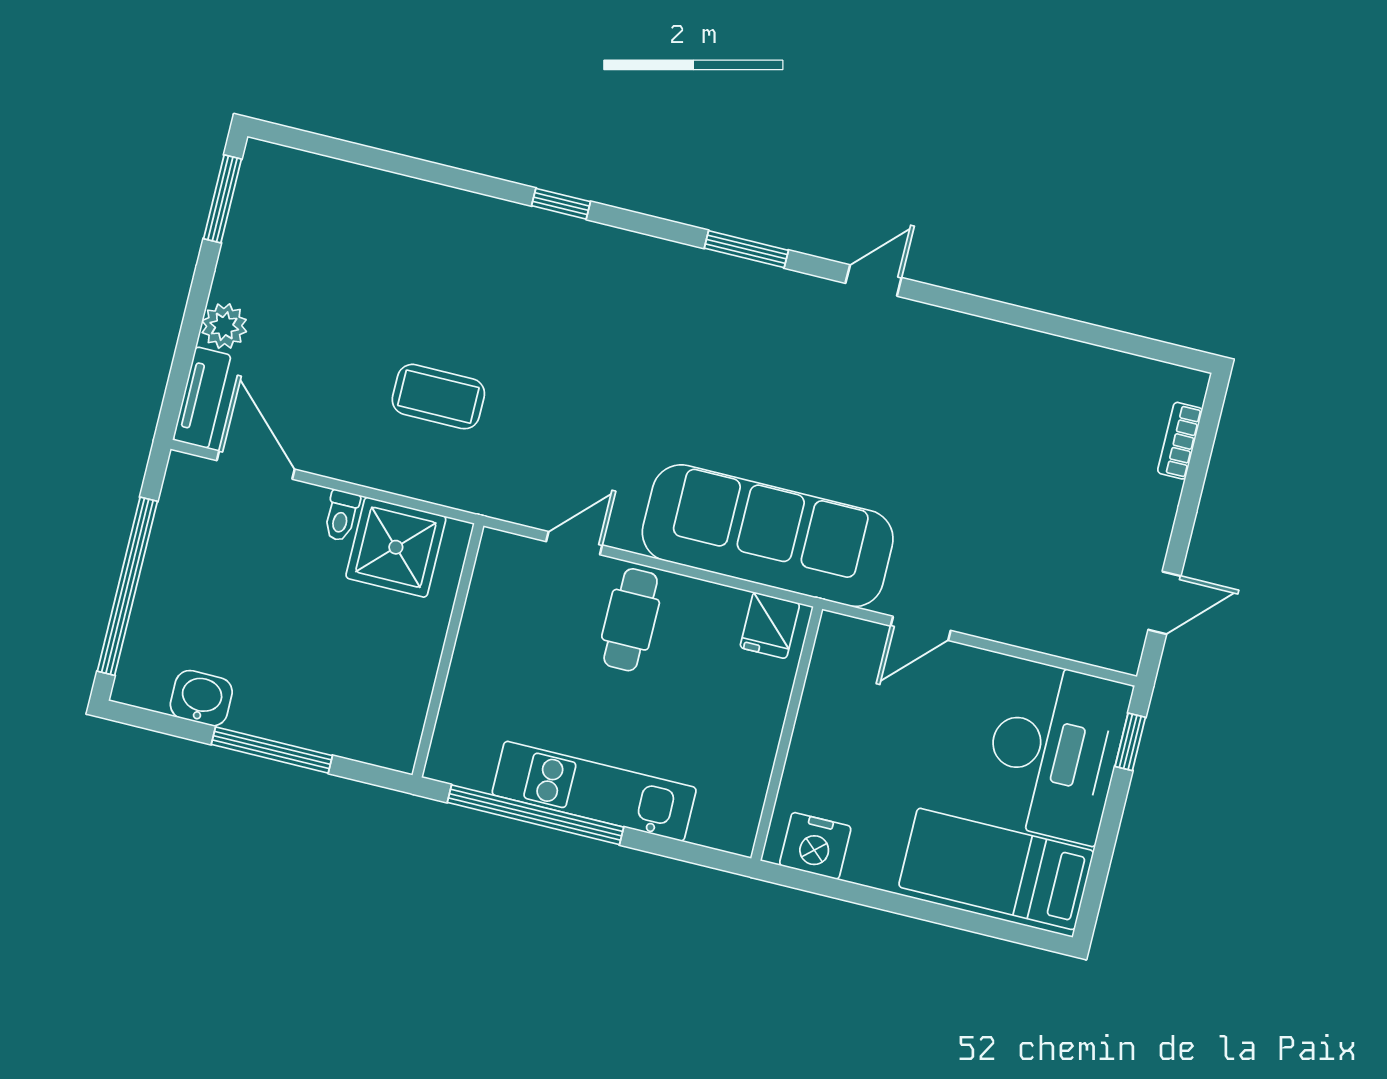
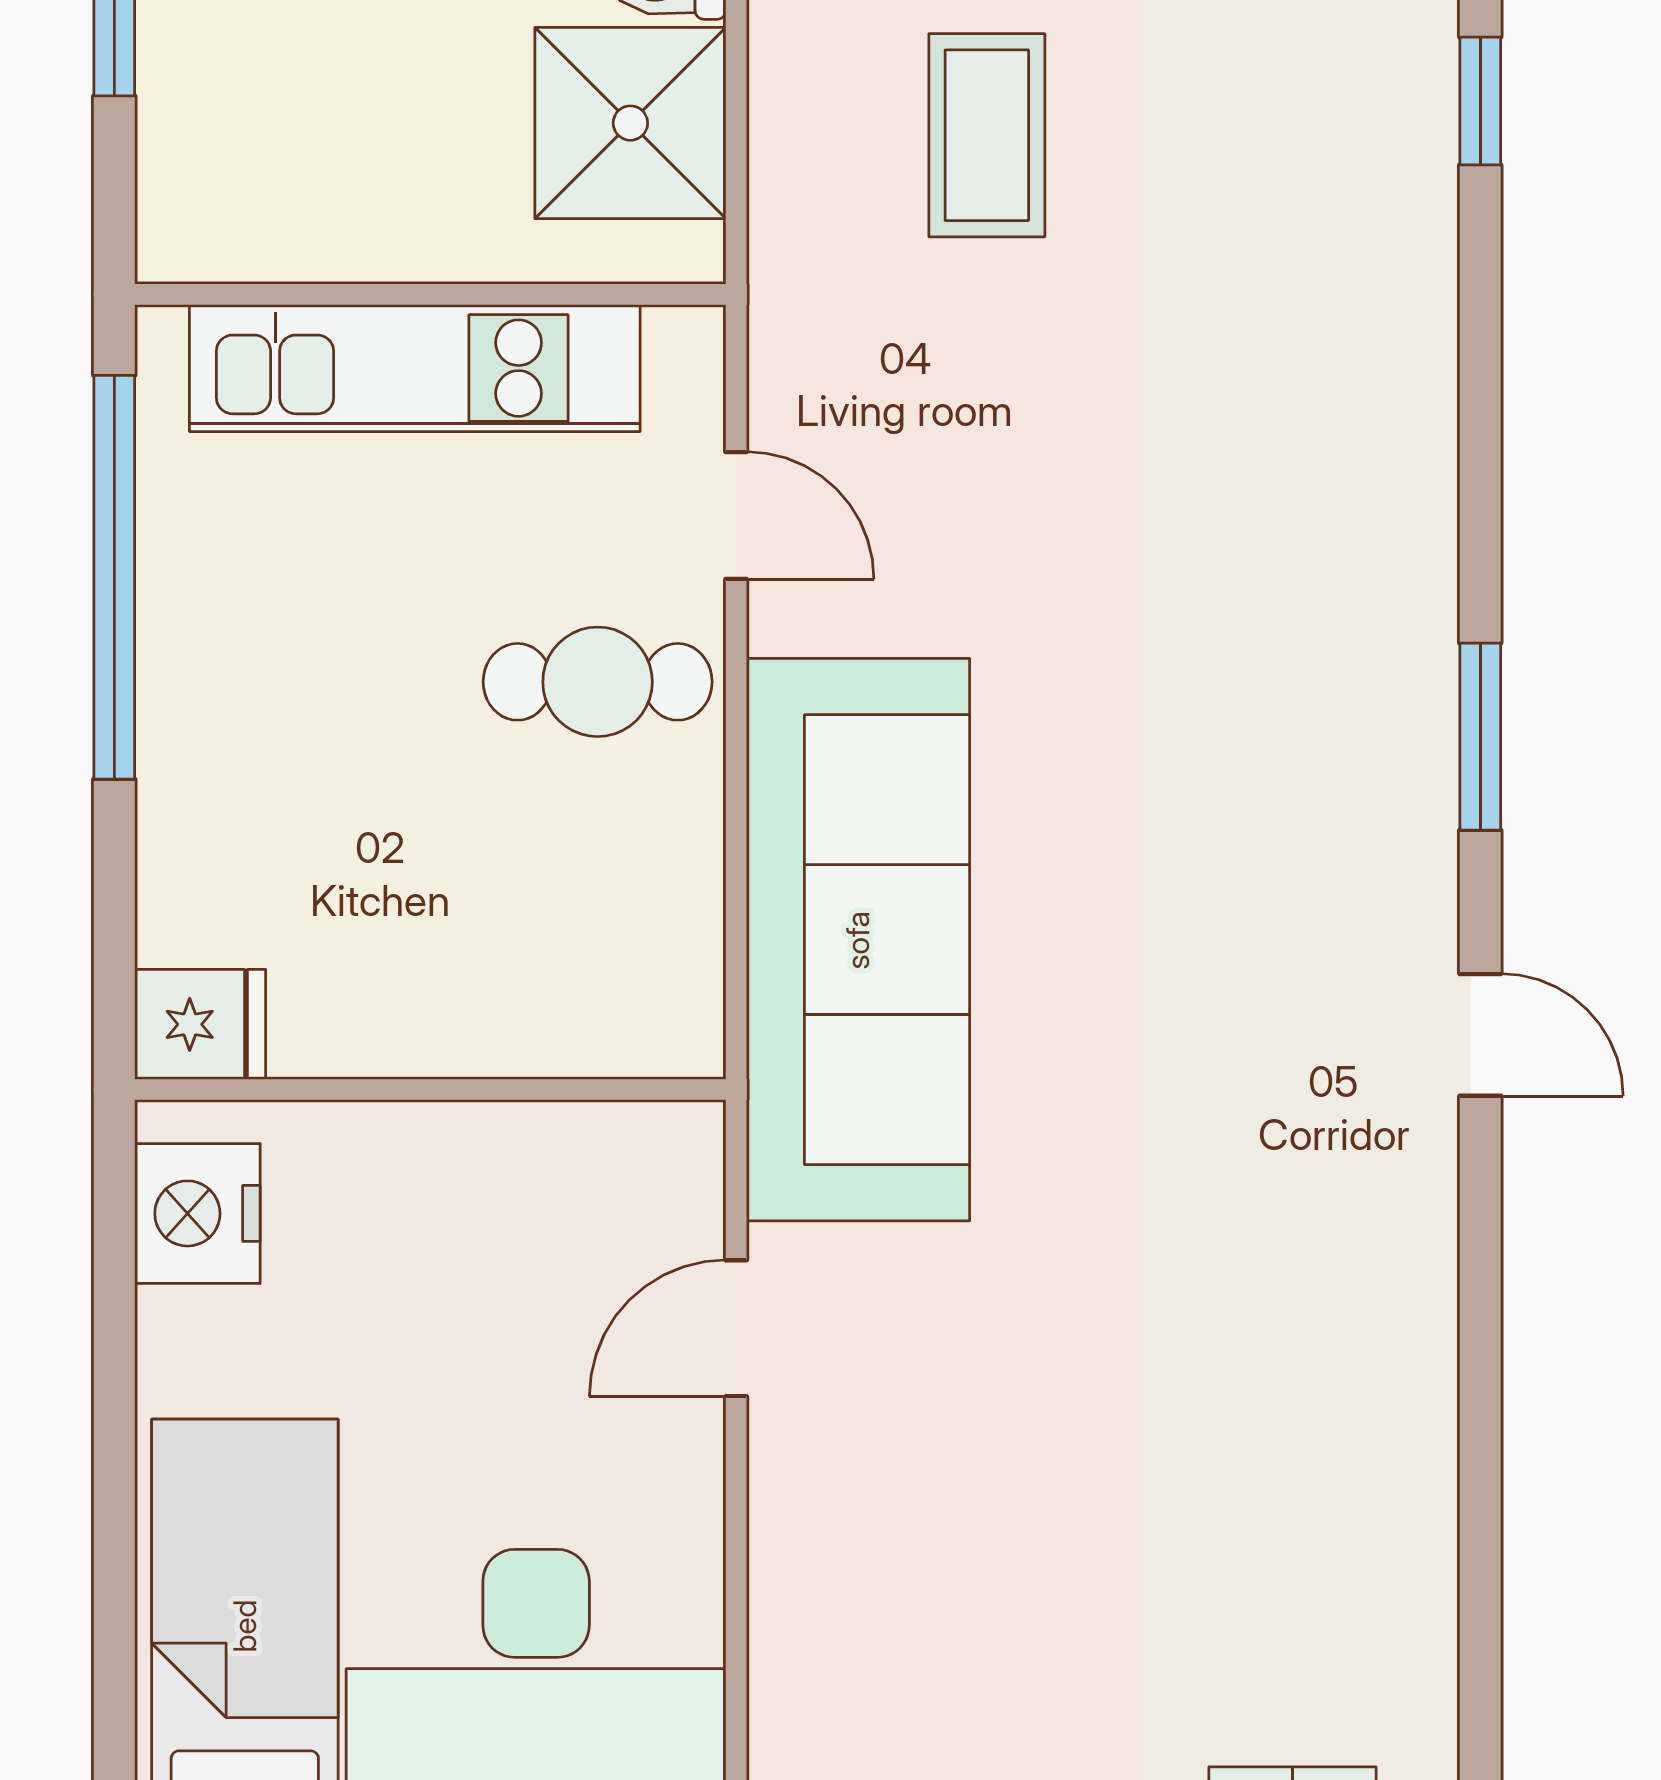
window: (561, 204) -> (1480, 101), moved
fridge: (770, 625) -> (200, 1024), moved, turned 180
door: (921, 628) -> (736, 1328), hinge flipped
kitchen unit: (594, 791) -> (415, 368), moved, turned 90

